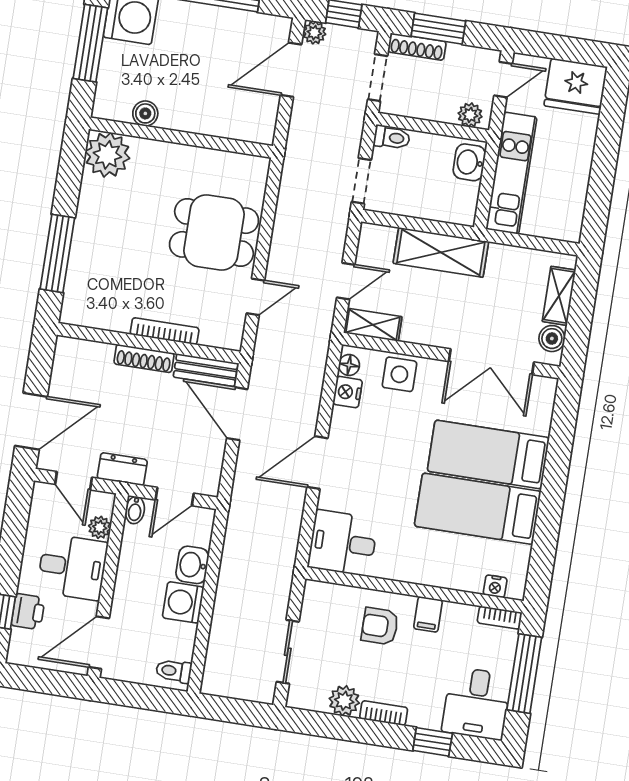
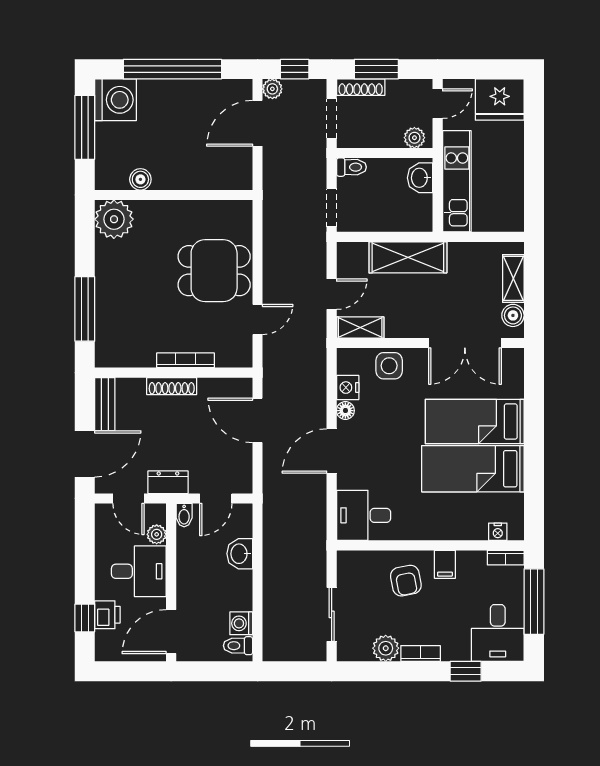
floor lamp: (349, 365) -> (345, 411), moved
bench: (206, 370) -> (105, 404), moved, turned 90
washing machine: (183, 602) -> (241, 623), moved, width x0.73, depth x0.73
armchair: (380, 626) -> (406, 581), turned -101

